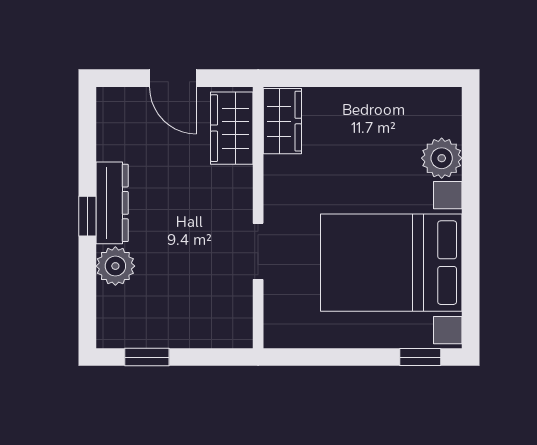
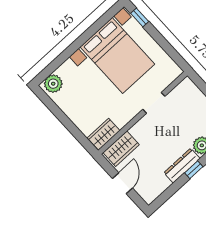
plant: (442, 158) -> (53, 84), moved

